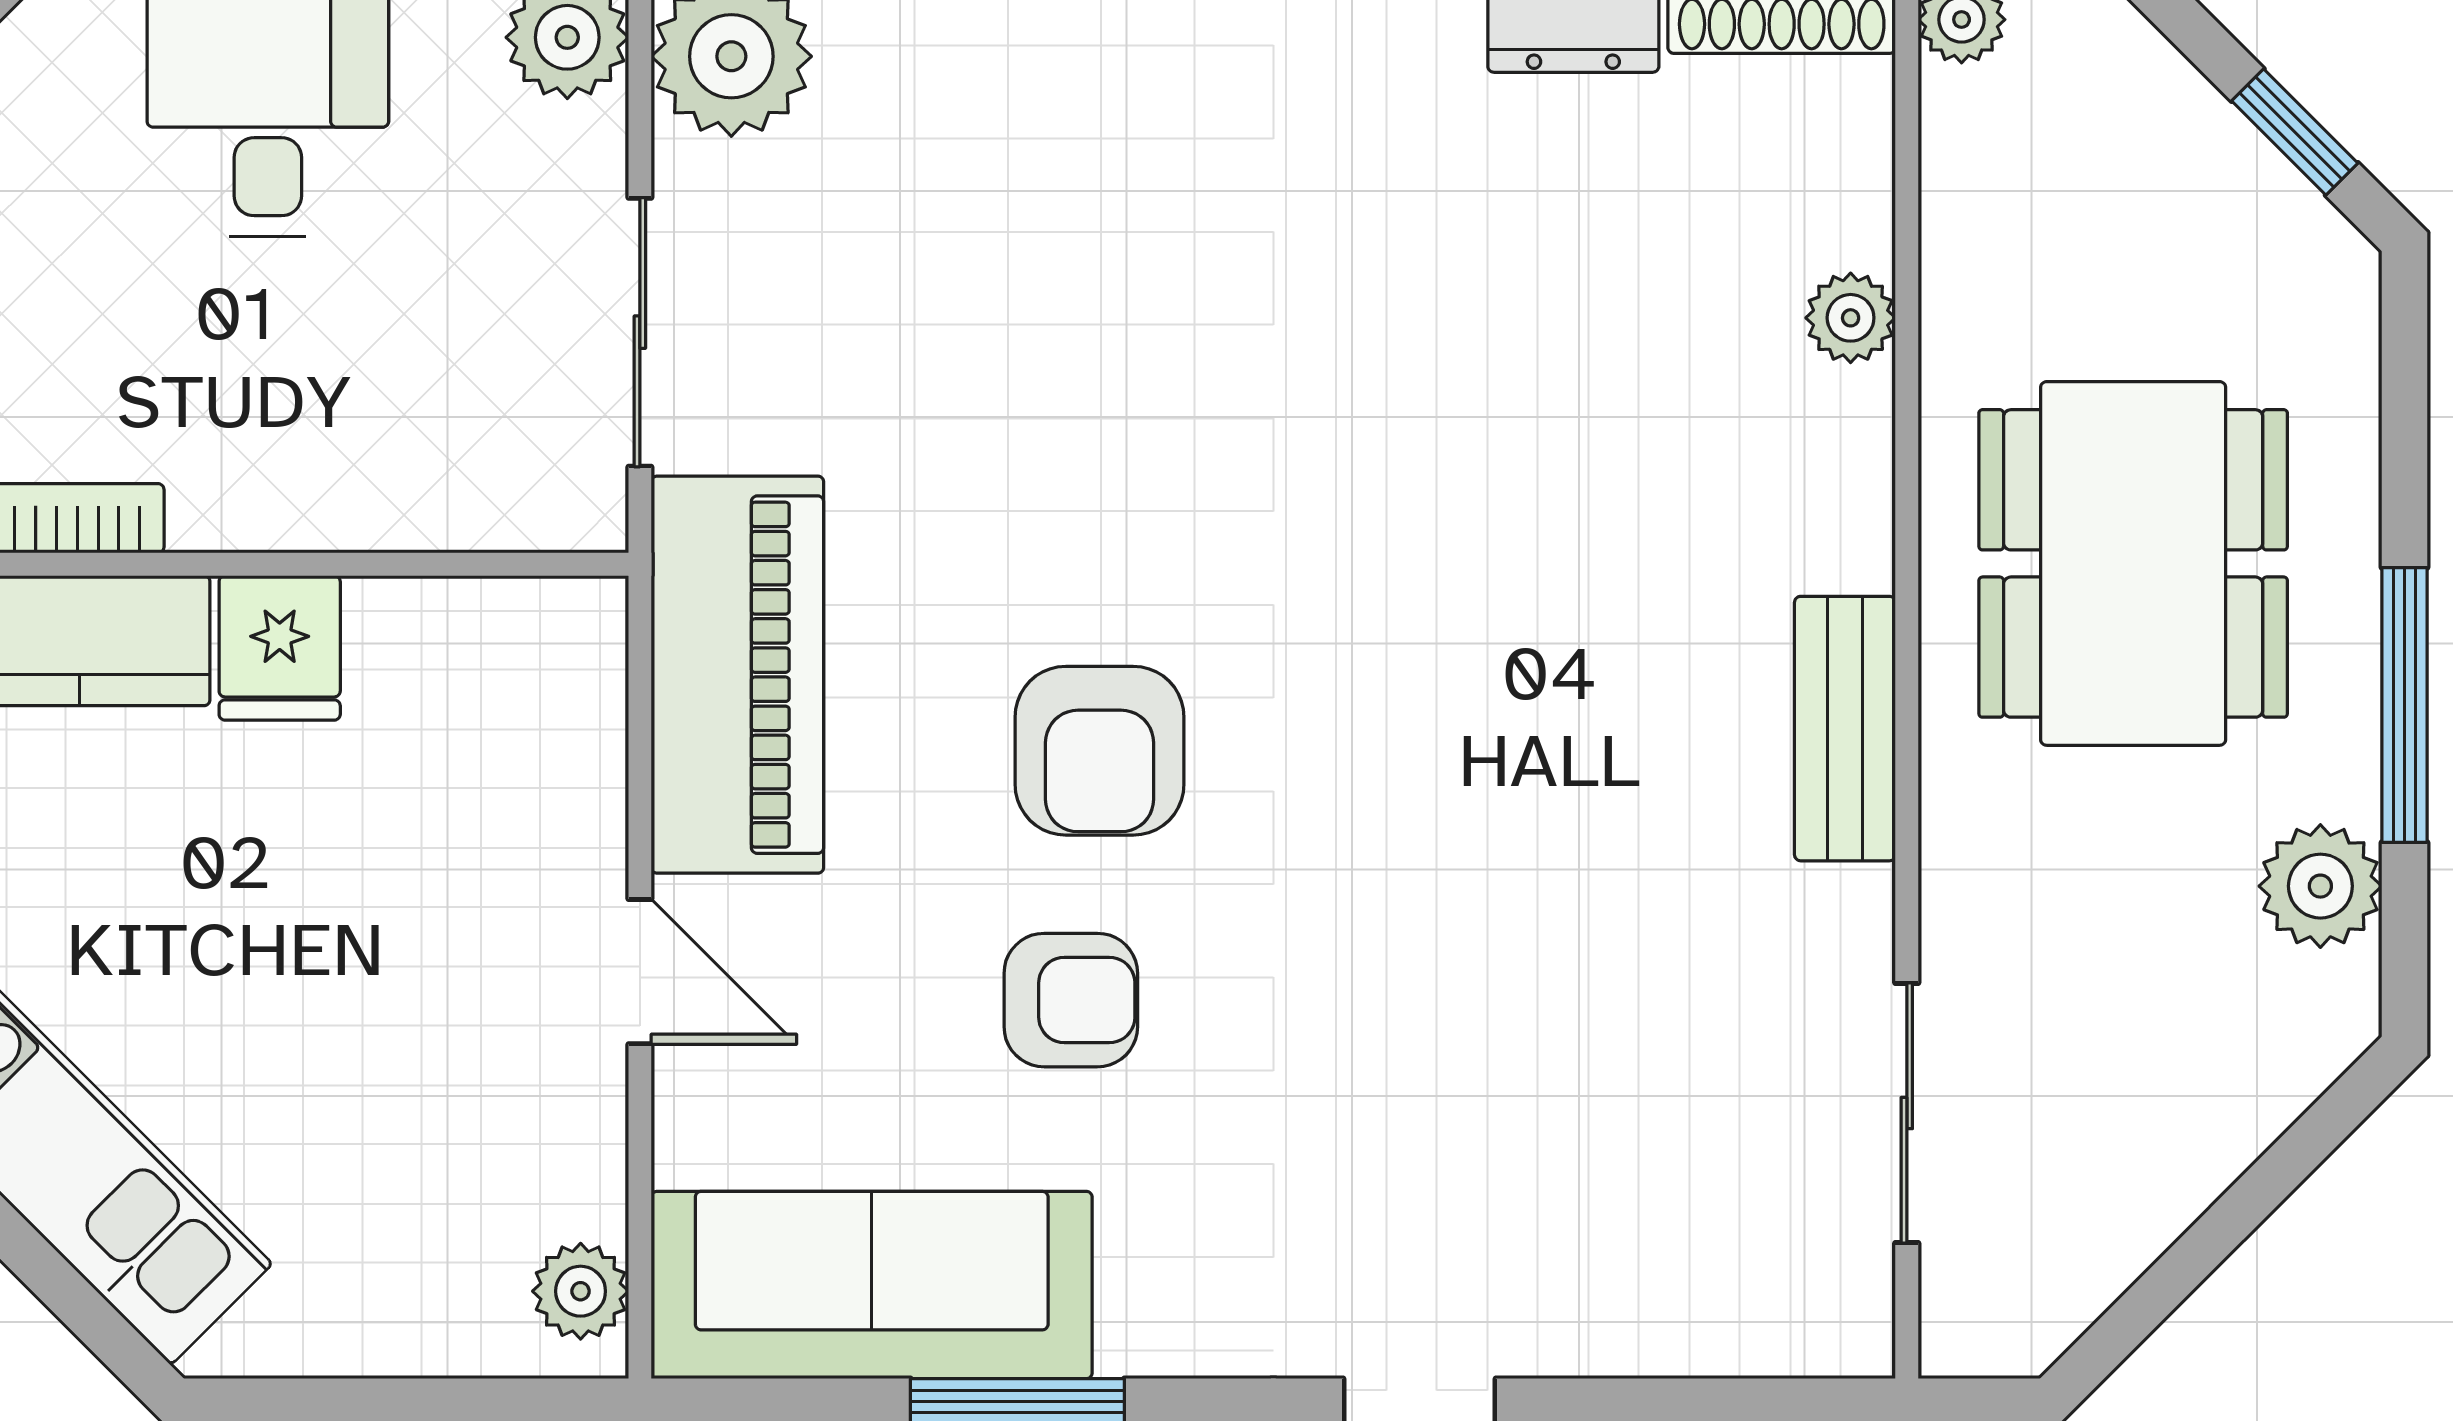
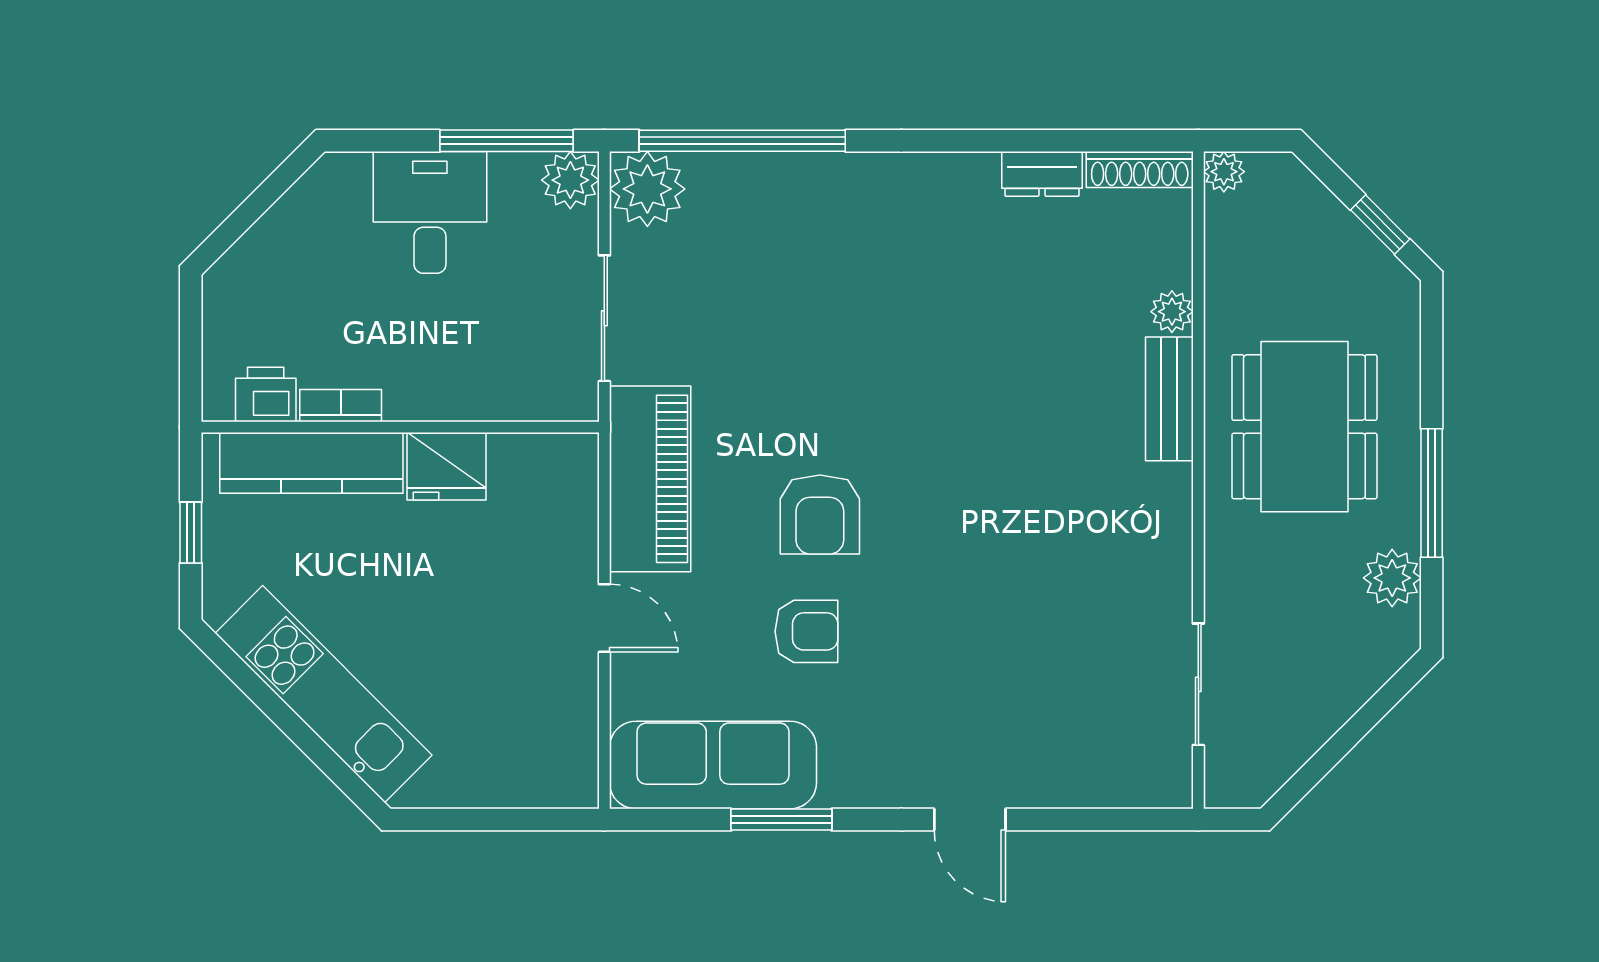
fridge: (280, 648) -> (446, 466), width x1.38
bench: (1845, 729) -> (1169, 399), moved
plant: (581, 1291) -> (577, 768), removed

